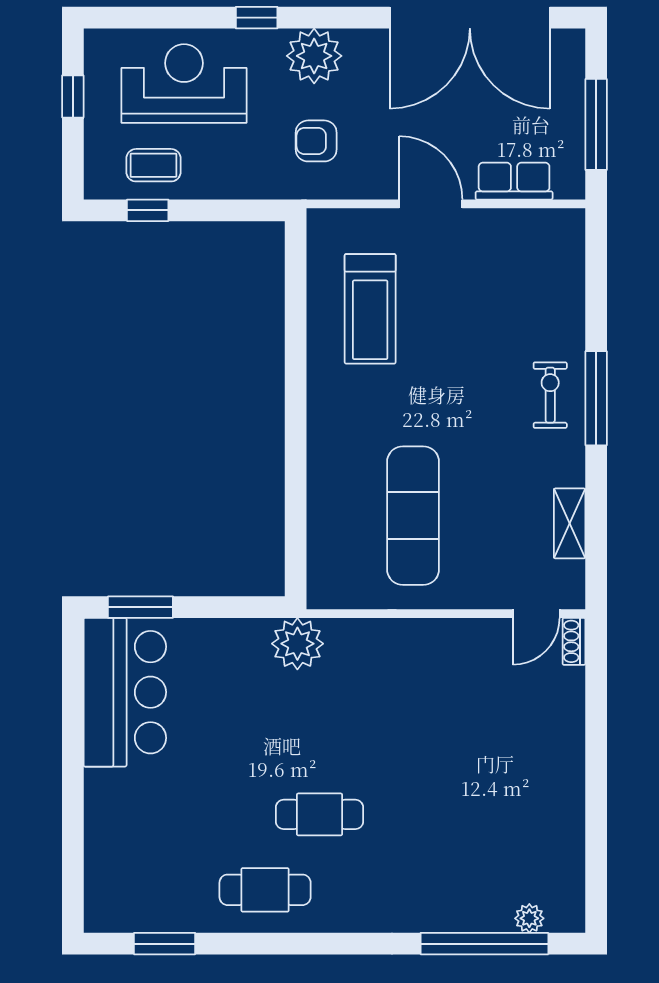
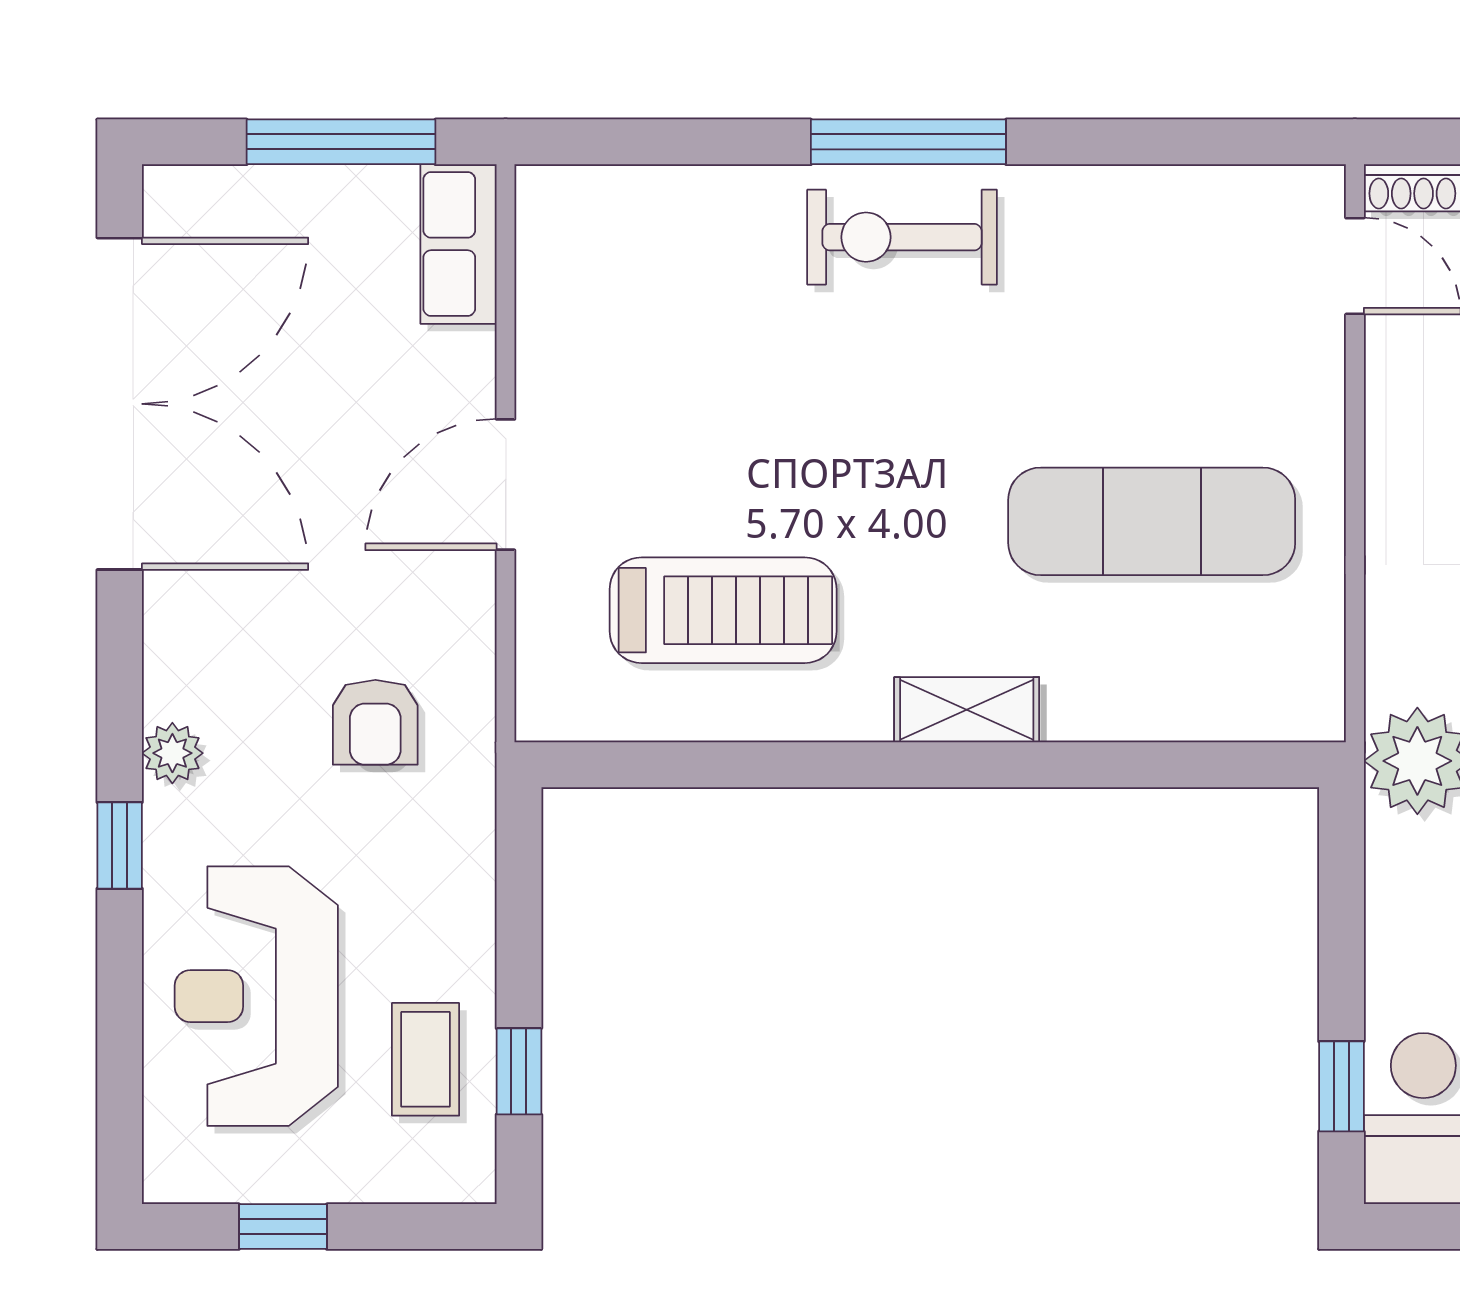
plant: (314, 56) -> (172, 753), width x0.53, depth x0.53
row of seats: (514, 181) -> (458, 244), moved
exercise bike: (550, 395) -> (902, 237), width x1.38, depth x1.39
shelving: (570, 523) -> (967, 710), moved
window: (140, 607) -> (1341, 1086), width x0.67

